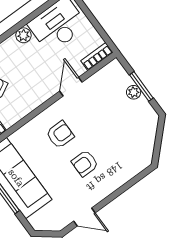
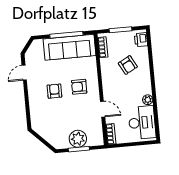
plant: (134, 92) -> (78, 139), width x1.88, depth x1.88
armchair: (60, 135) -> (79, 87), turned 90

